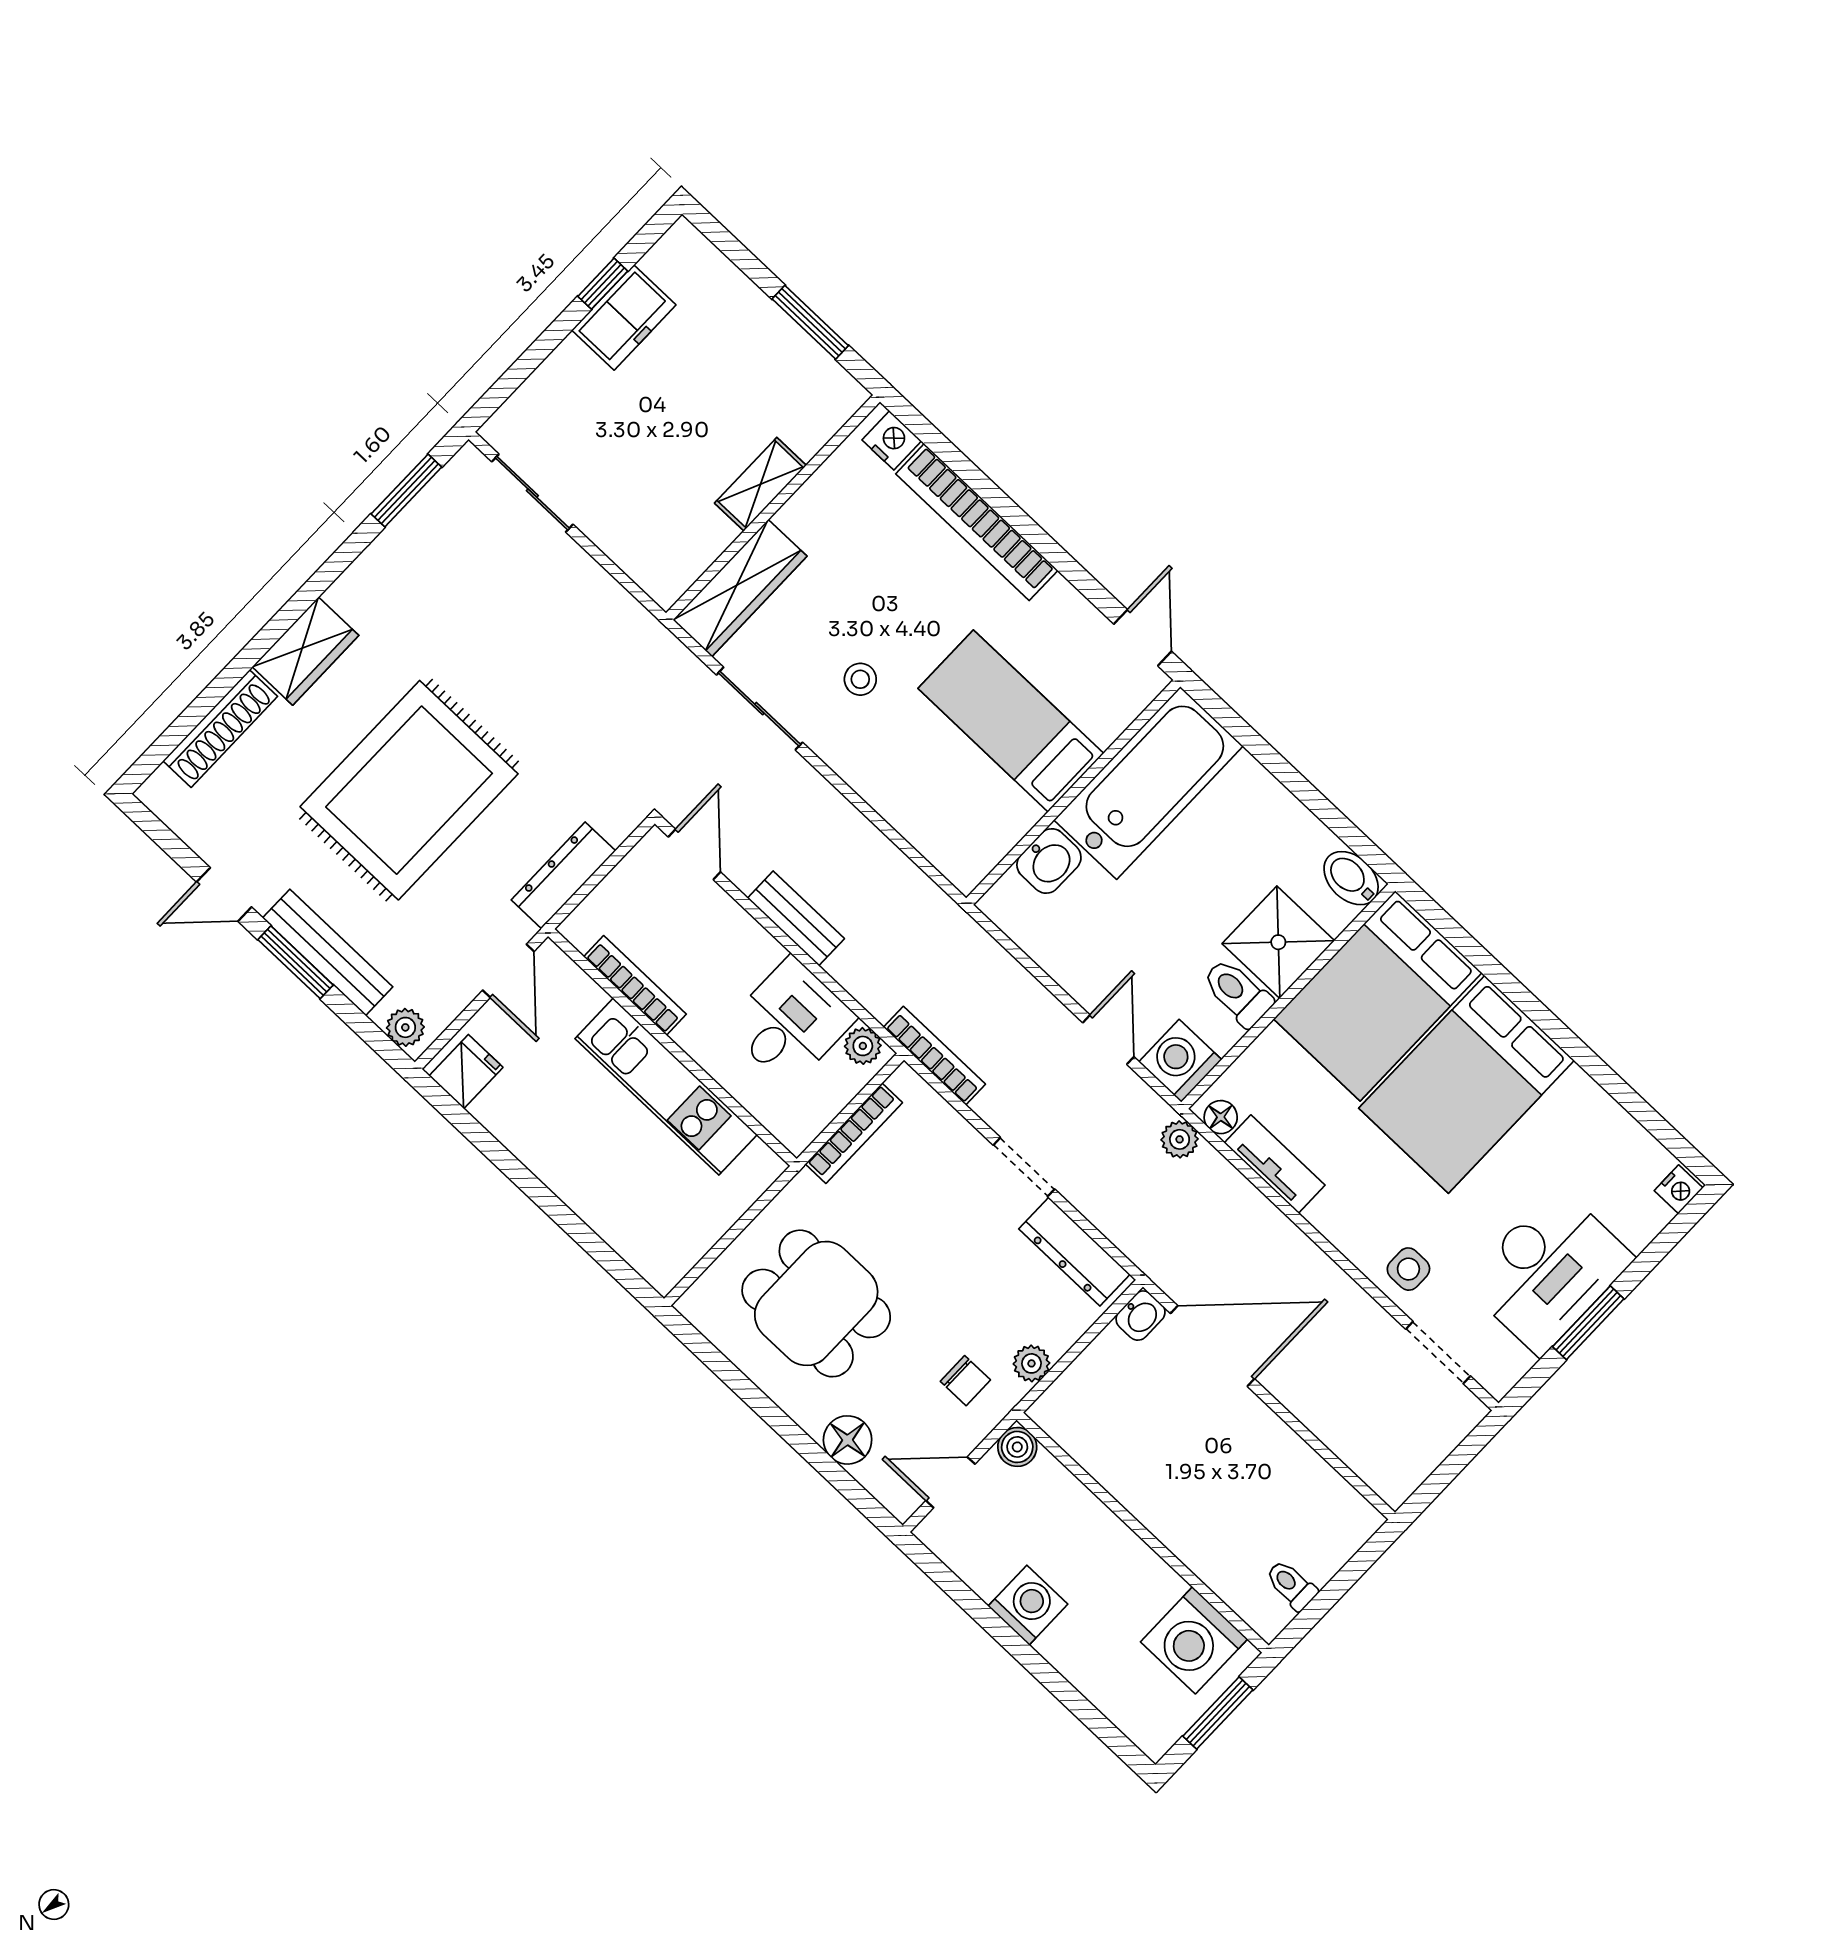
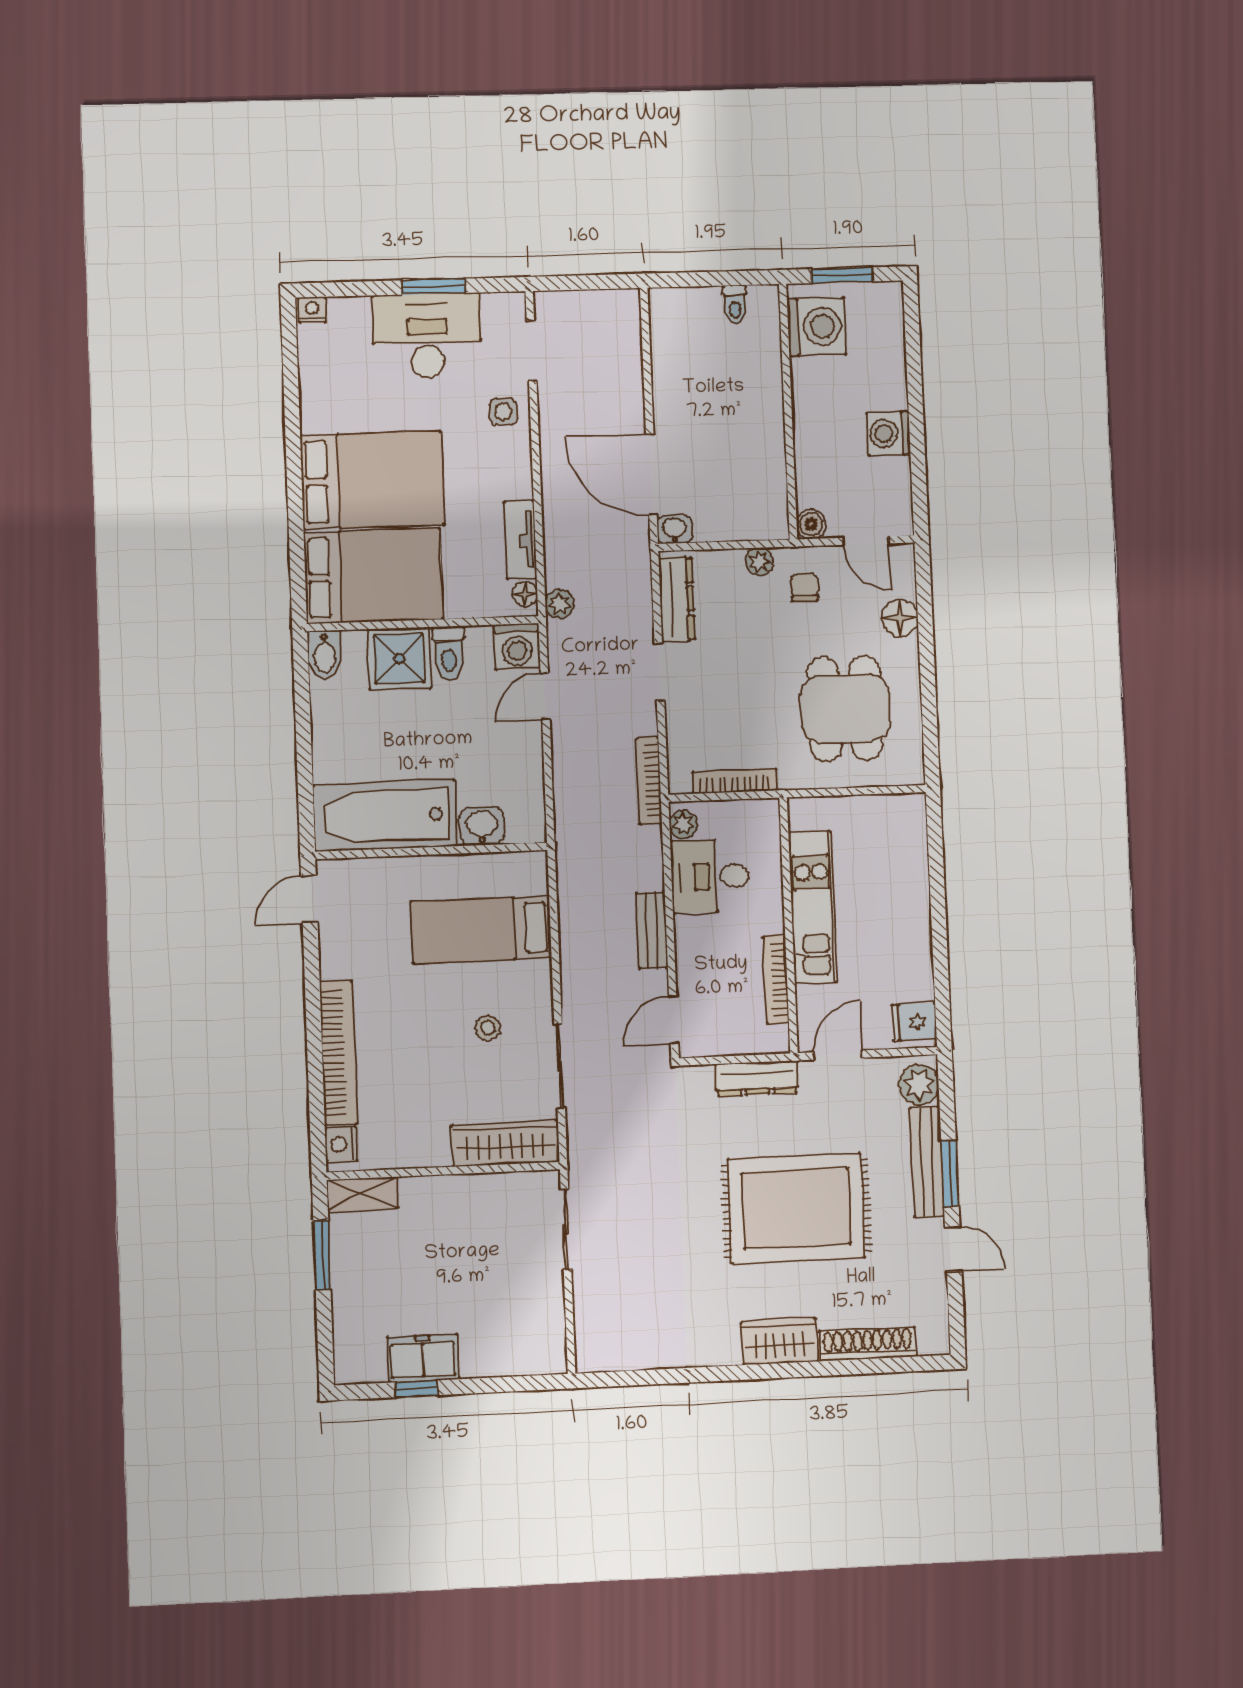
shelving: (760, 484) -> (362, 1194), moved
window: (406, 490) -> (637, 1378), removed
sliding door: (532, 493) -> (566, 1229), moved
bed: (1011, 721) -> (481, 930), moved, turned 90
plant: (405, 1027) -> (919, 1084), width x1.38, depth x1.38

